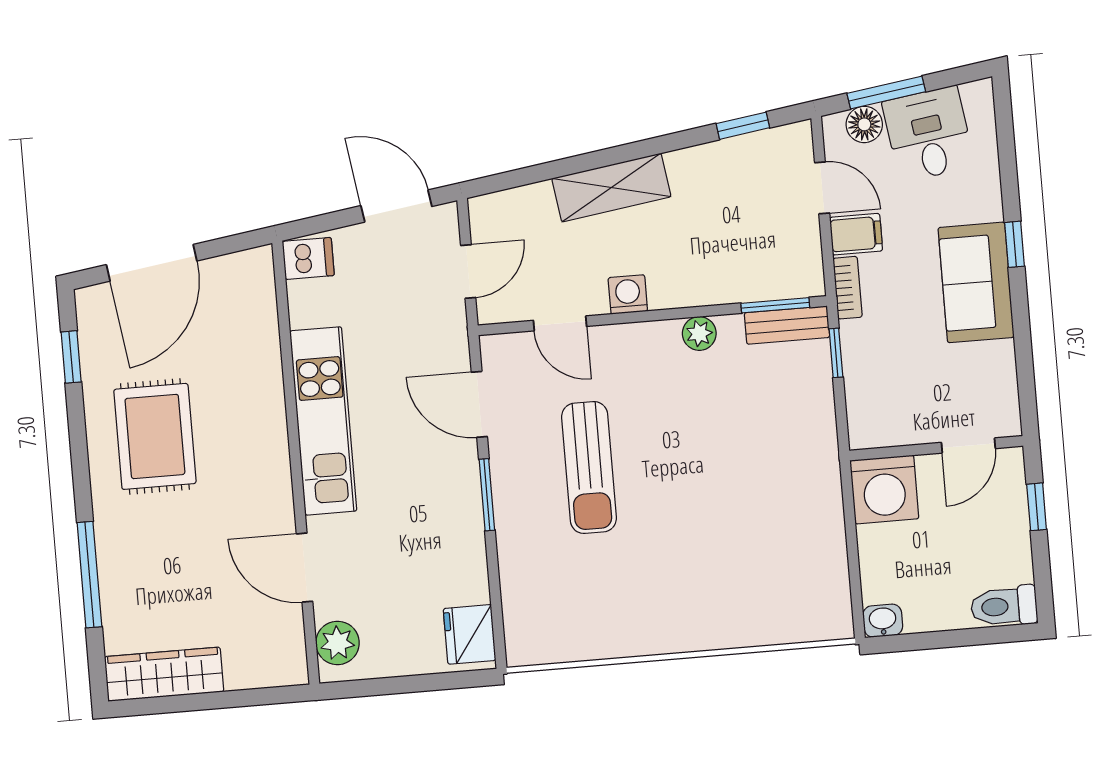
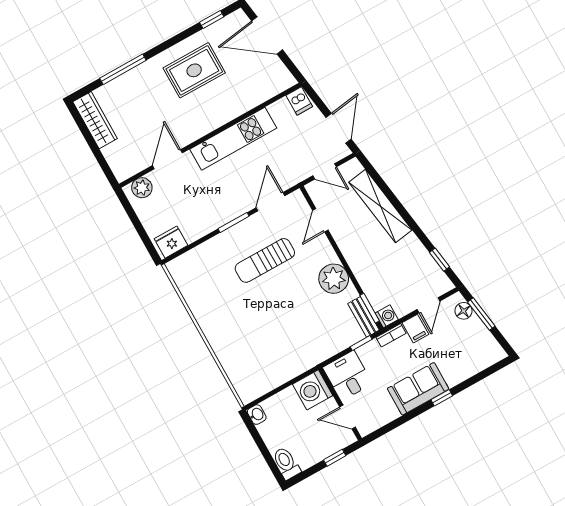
desk: (928, 134) -> (348, 376), moved, turned -82
shelving: (611, 188) -> (380, 206), width x1.47
washing machine: (628, 294) -> (387, 316), moved
plant: (699, 333) -> (334, 279), width x1.88, depth x1.88

